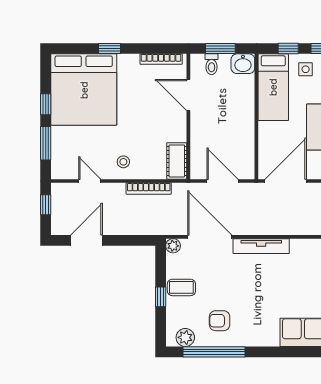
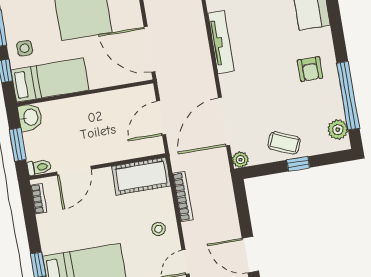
bookcase: (161, 59) -> (39, 199), width x0.64
toilet: (212, 64) -> (39, 167), moved
cot: (177, 161) -> (141, 176), width x1.37, depth x1.34
tv unit: (261, 246) -> (221, 42), moved
coffee table: (181, 287) -> (284, 143), turned -68
armchair: (220, 321) -> (310, 69), moved

